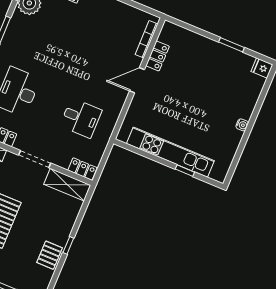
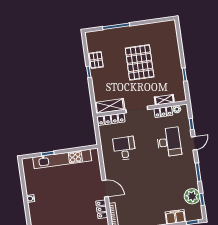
door: (137, 80) -> (105, 189), hinge flipped
desk: (81, 118) -> (124, 148), turned 90
locker: (82, 169) -> (111, 119), width x1.53

